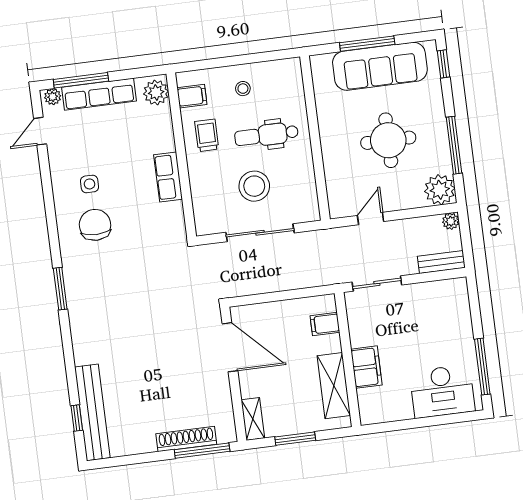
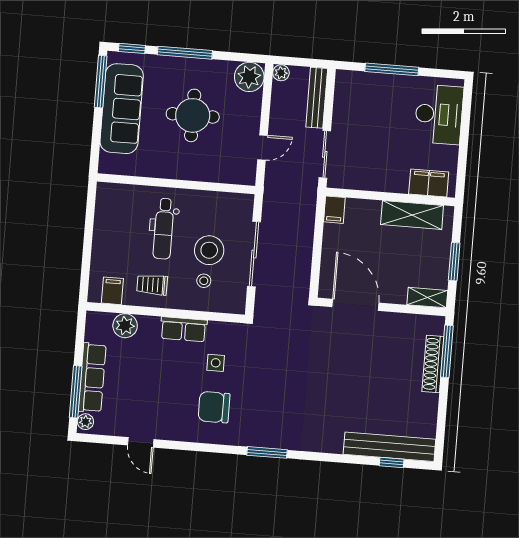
window: (367, 44) -> (101, 82), moved
stool: (243, 89) -> (204, 281), moved
plant: (156, 92) -> (125, 326), moved
door: (40, 131) -> (141, 442), moved
window: (454, 145) -> (185, 53), moved
side table: (90, 184) -> (216, 363), moved
door: (371, 219) -> (263, 147), swing flipped
bench: (441, 262) -> (317, 98), width x1.36
filing cabinet: (325, 324) -> (334, 210), moved
door: (230, 347) -> (355, 305), hinge flipped
filing cabinet: (366, 367) -> (429, 183), moved
window: (482, 367) -> (392, 69), moved

